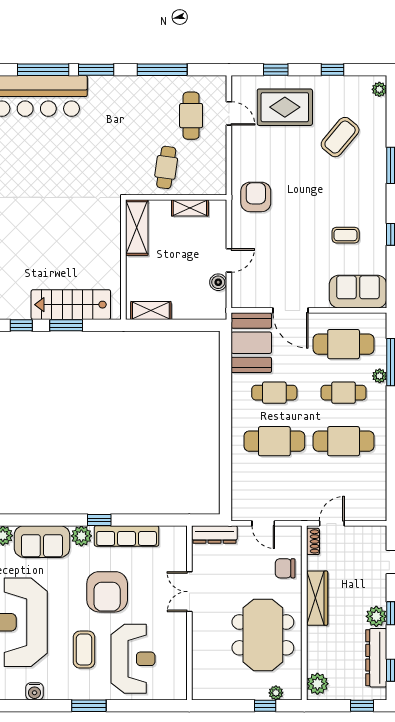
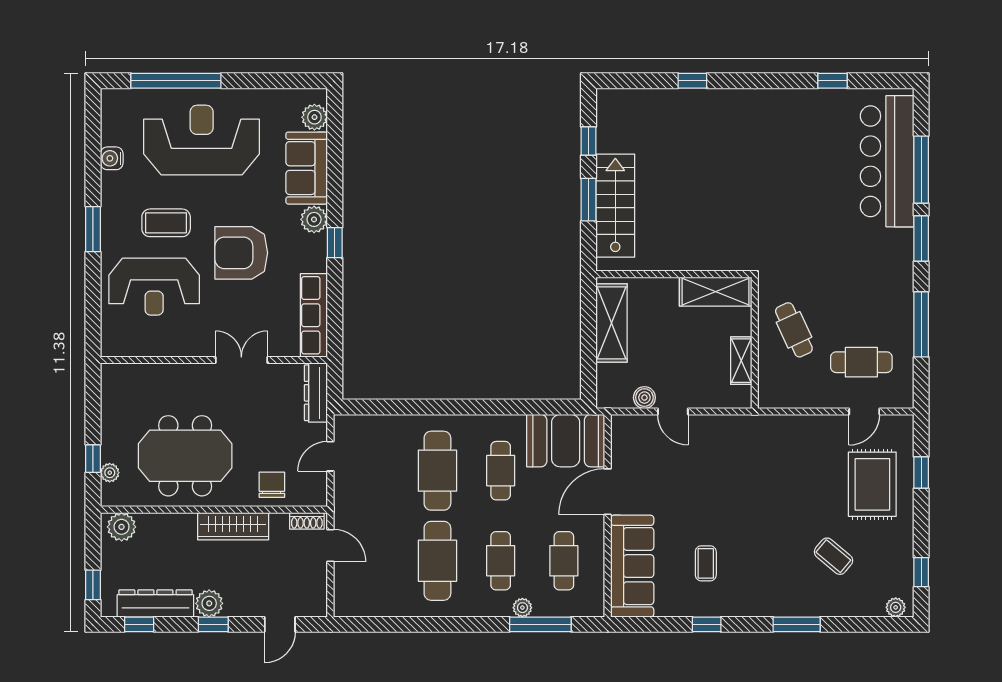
window: (332, 70) -> (921, 572), moved
coffee table: (340, 137) -> (833, 556), width x0.73, depth x0.77
cafe table: (166, 167) -> (794, 330), turned 57
armchair: (256, 197) -> (755, 447), removed
sofa: (358, 292) -> (632, 566), width x1.36
shelving: (151, 311) -> (611, 323), width x1.50, depth x1.33
cafe table: (344, 344) -> (564, 561), width x0.73, depth x0.74
row of seats: (127, 536) -> (314, 315), moved

